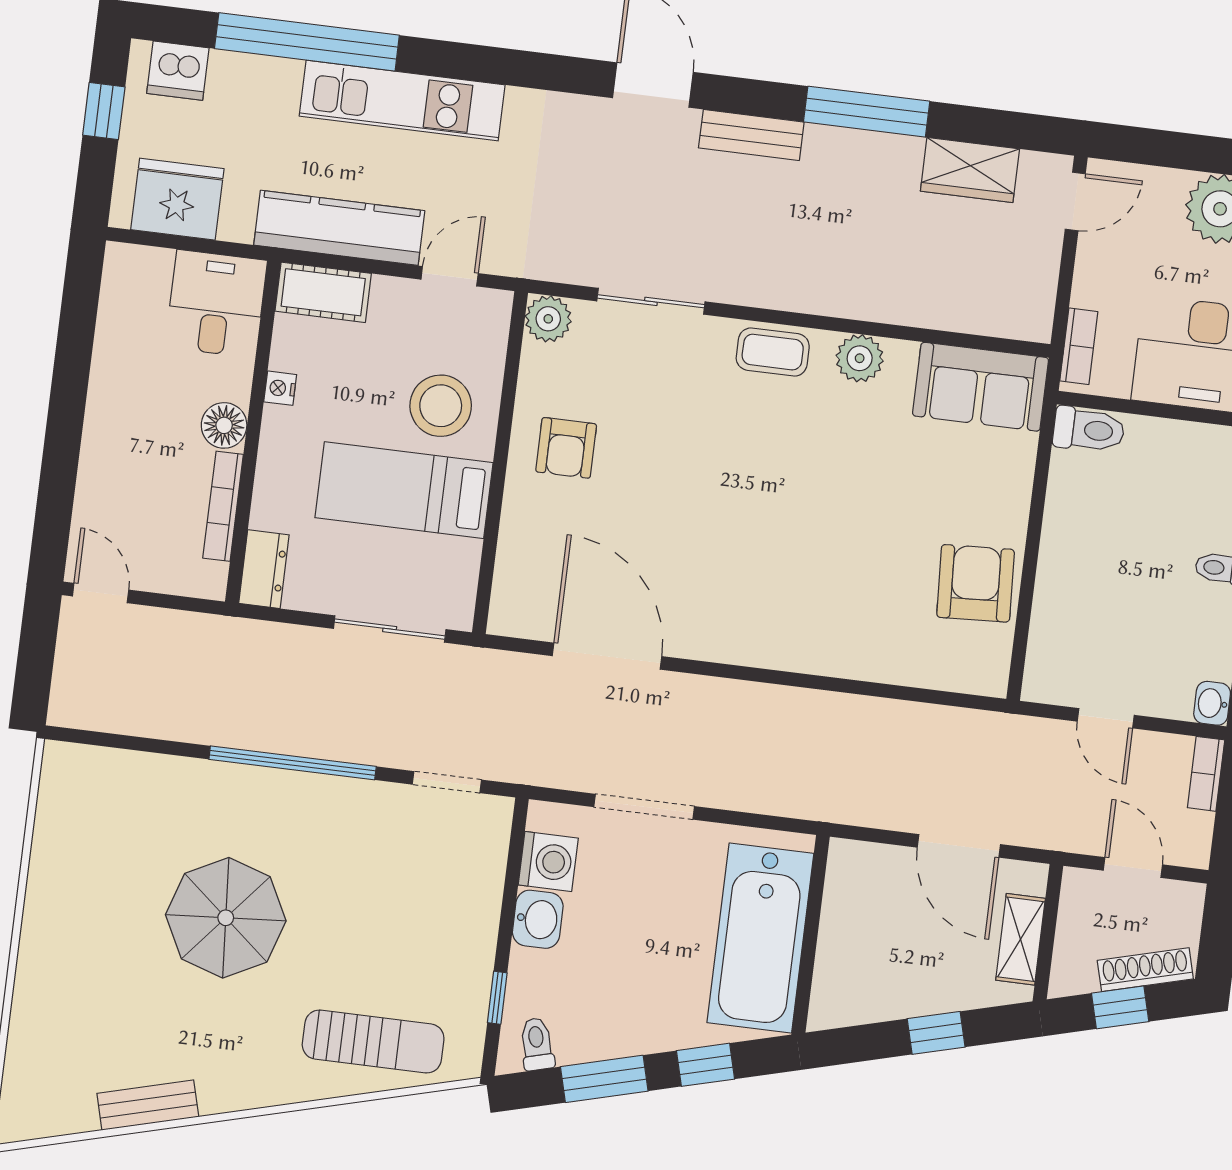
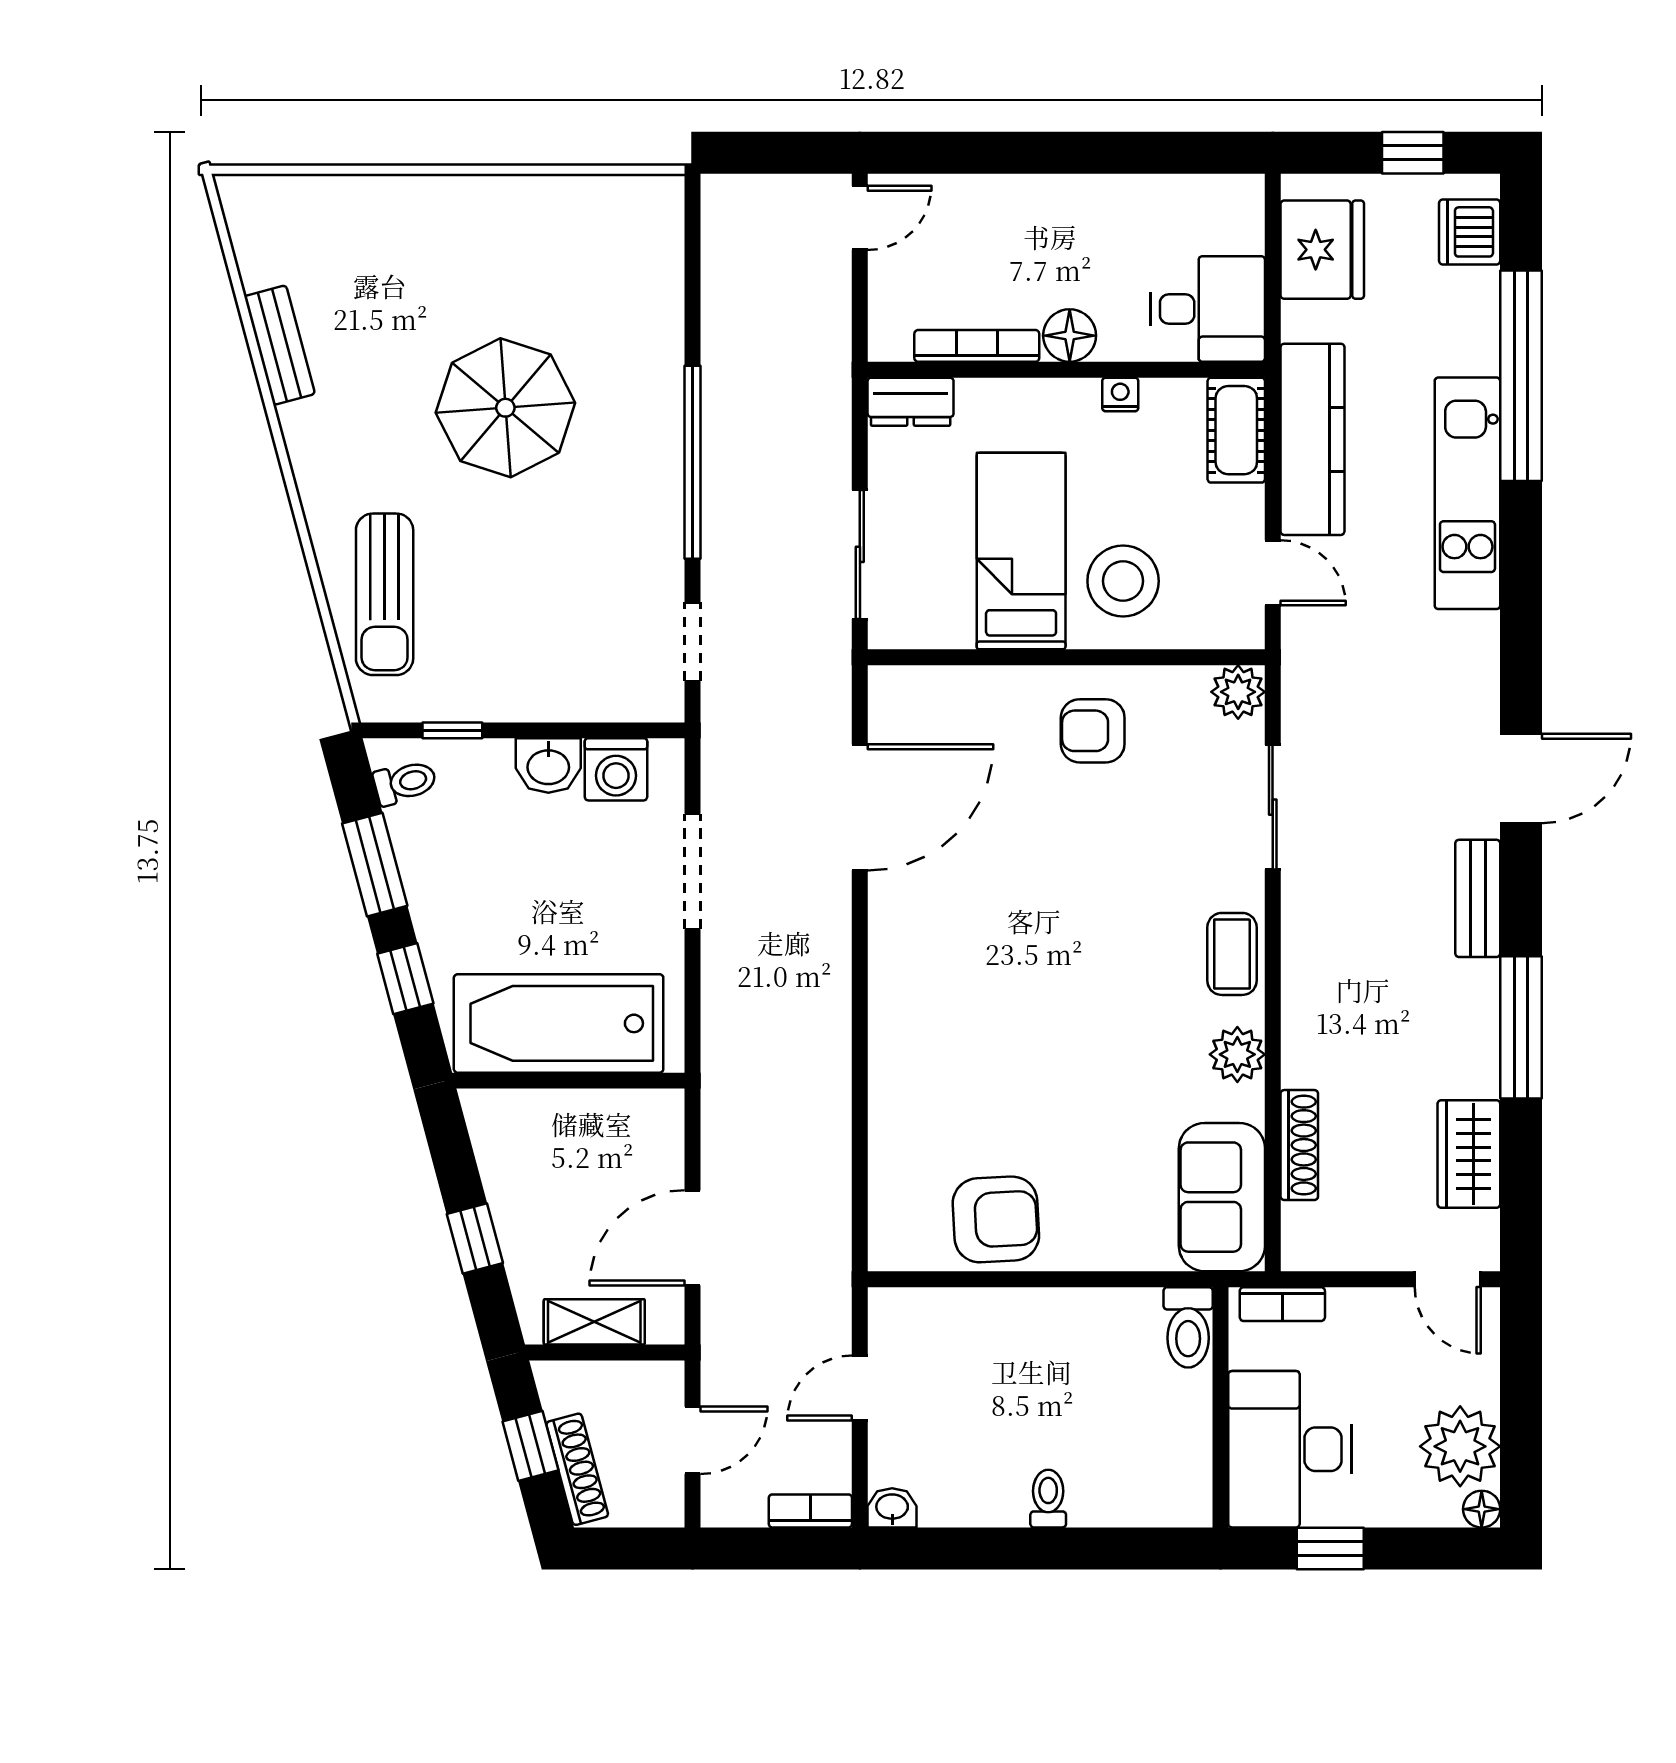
shoe rack: (944, 315) -> (1299, 1145), added

